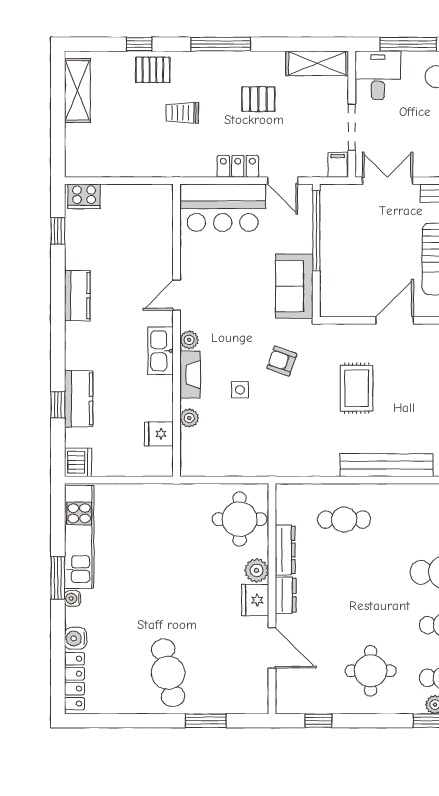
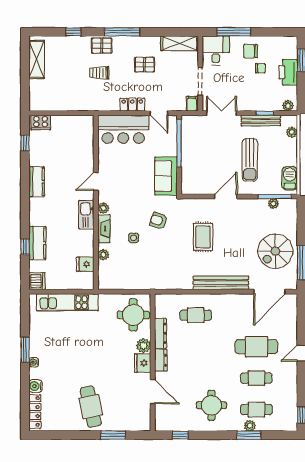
pallet: (153, 70) -> (102, 46), moved
kitchen unit: (79, 537) -> (67, 302), moved, turned 90

